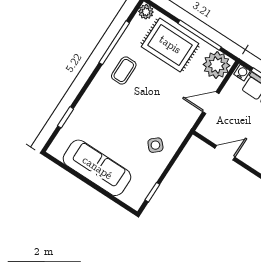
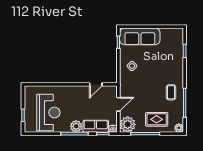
rug: (170, 45) -> (157, 119), width x0.73, depth x0.70
sofa: (97, 168) -> (140, 36), moved

